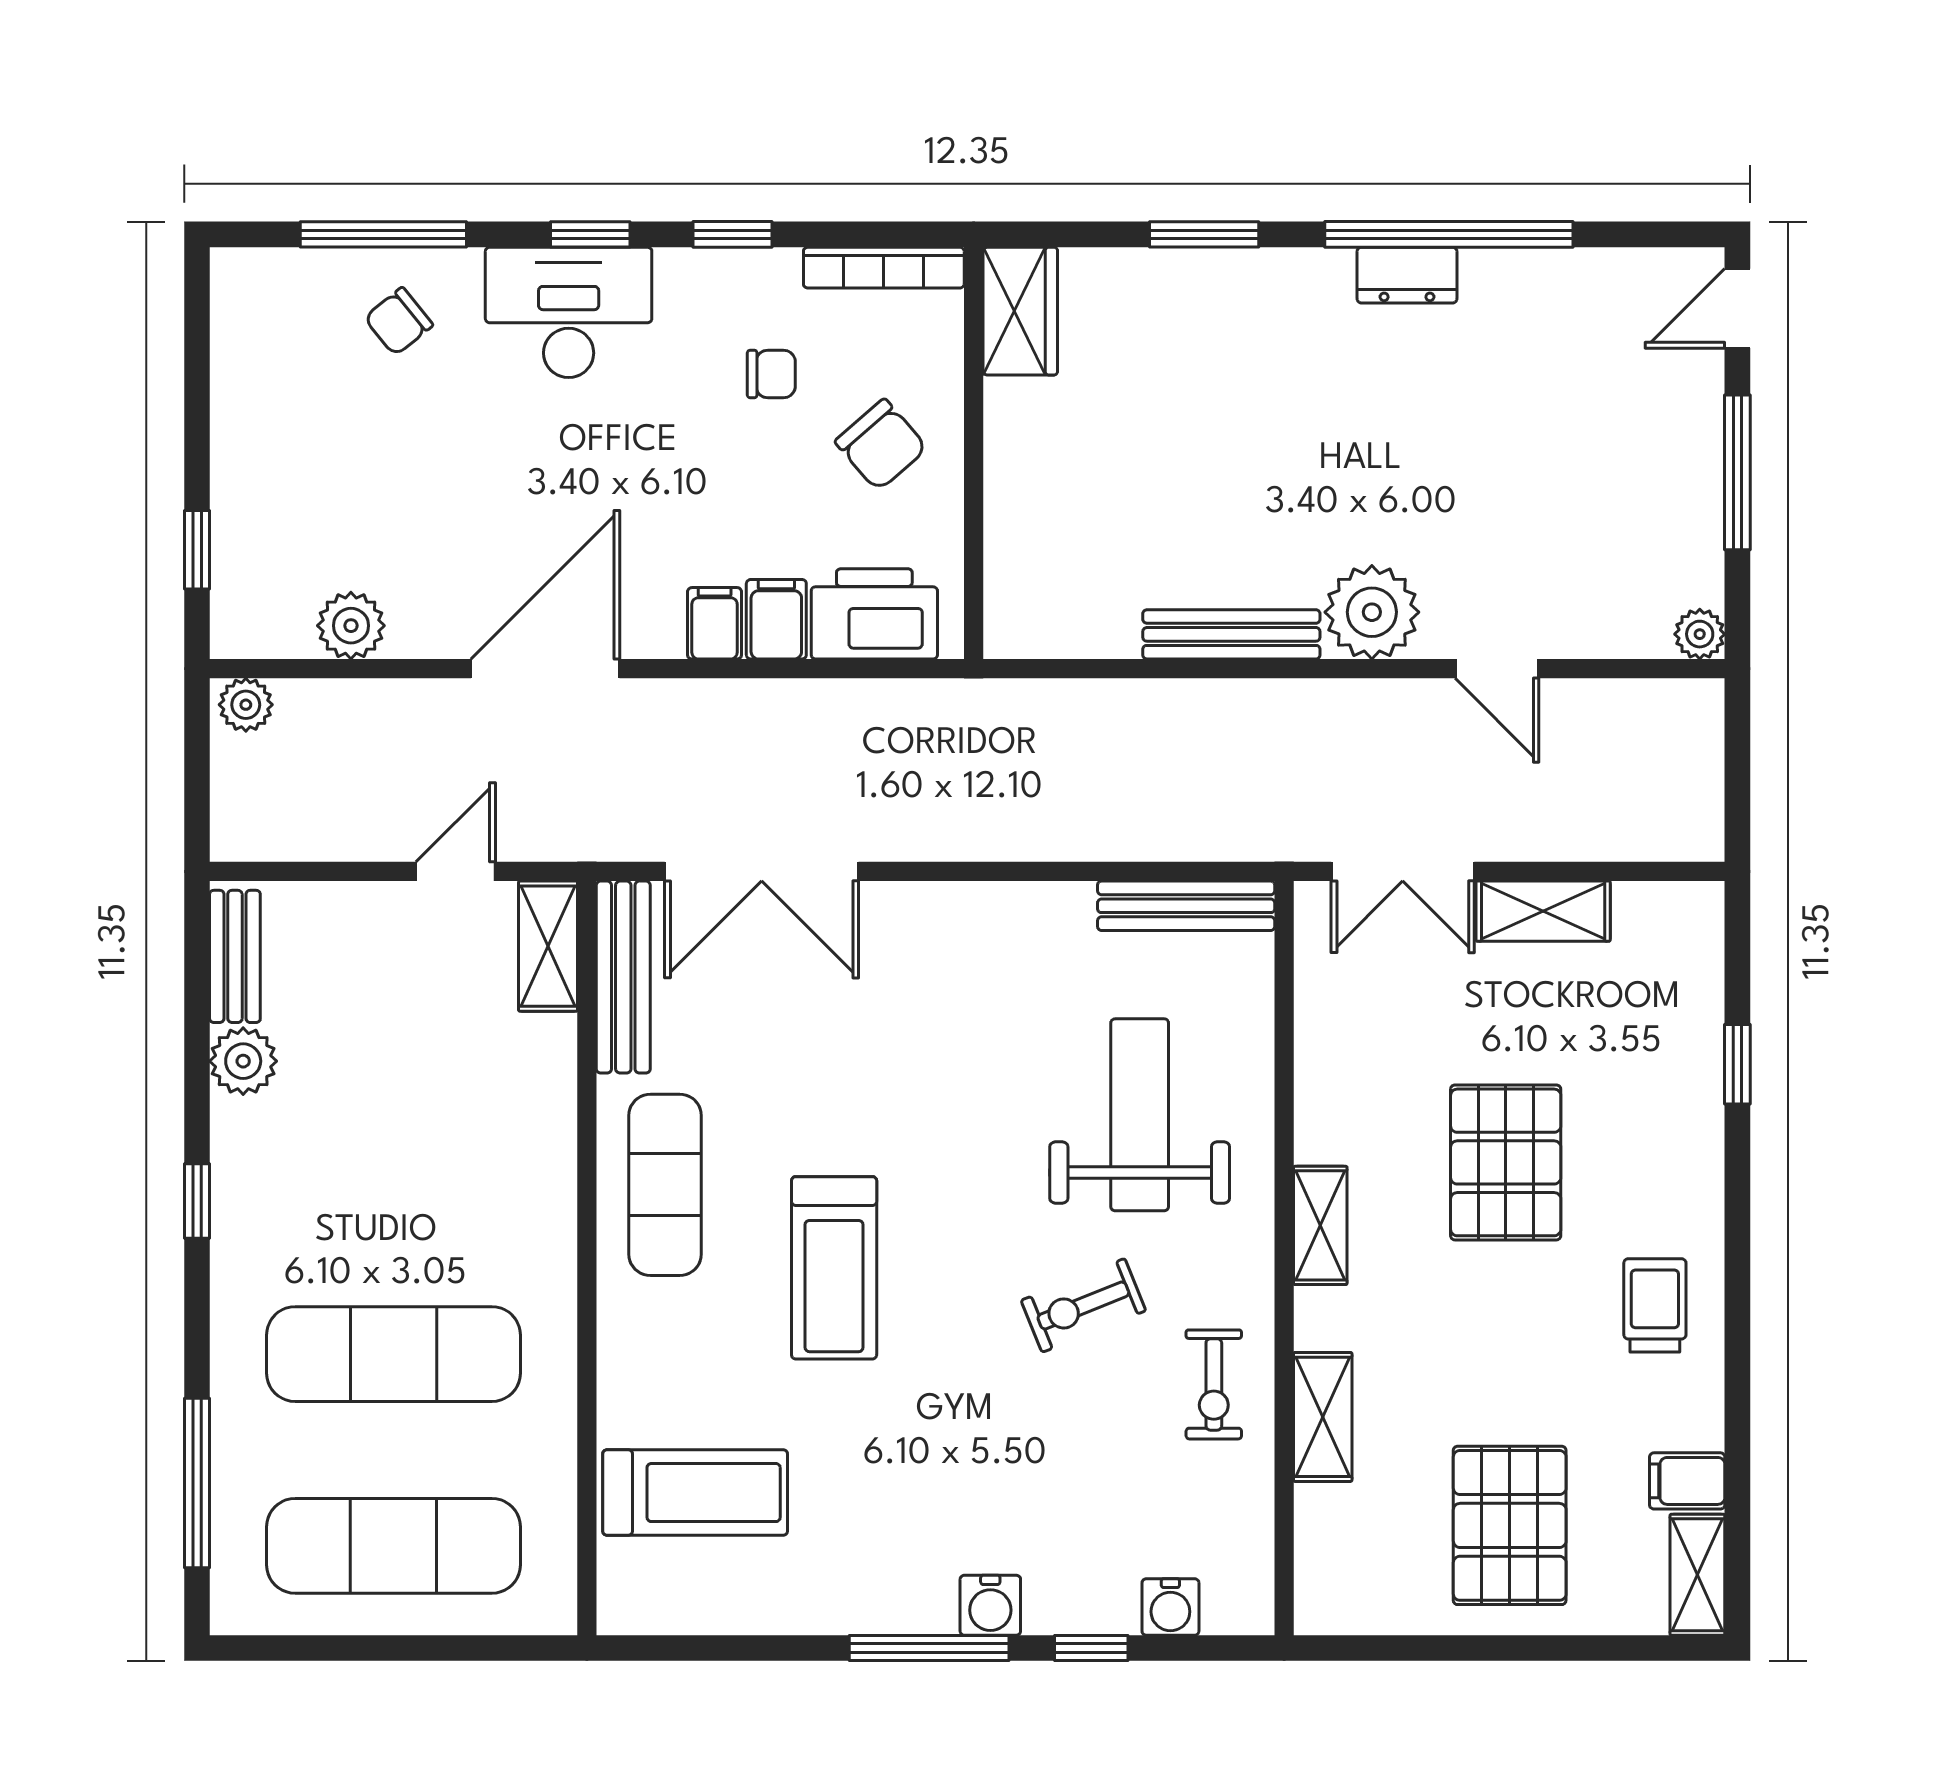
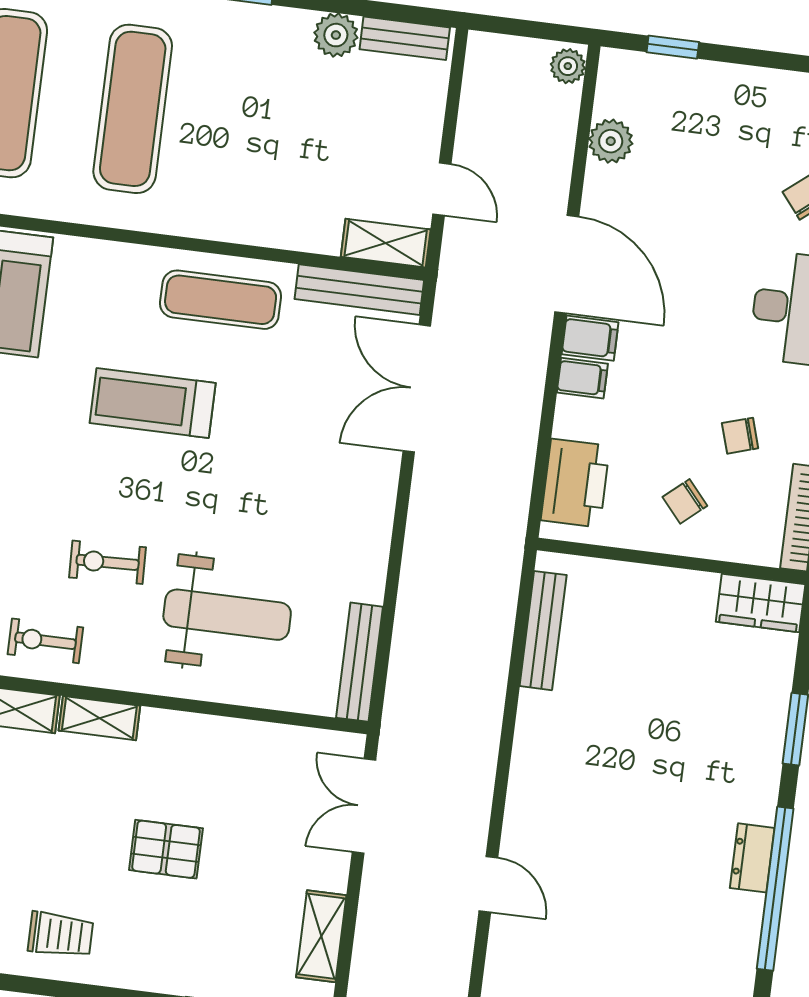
chair: (771, 374) -> (740, 436), turned 73
chair: (881, 445) -> (685, 501), width x0.73, depth x0.73
plant: (1372, 612) -> (535, 807), removed
filing cabinet: (776, 619) -> (590, 338), moved
bench: (1231, 634) -> (543, 631), moved
door: (1497, 669) -> (488, 884), swing flipped
shelving: (1543, 911) -> (321, 936), moved
pallet: (1506, 1162) -> (166, 849), width x0.67, depth x0.71
shelving: (1320, 1225) -> (99, 718), moved
exercise bike: (1083, 1305) -> (108, 562), turned -70

